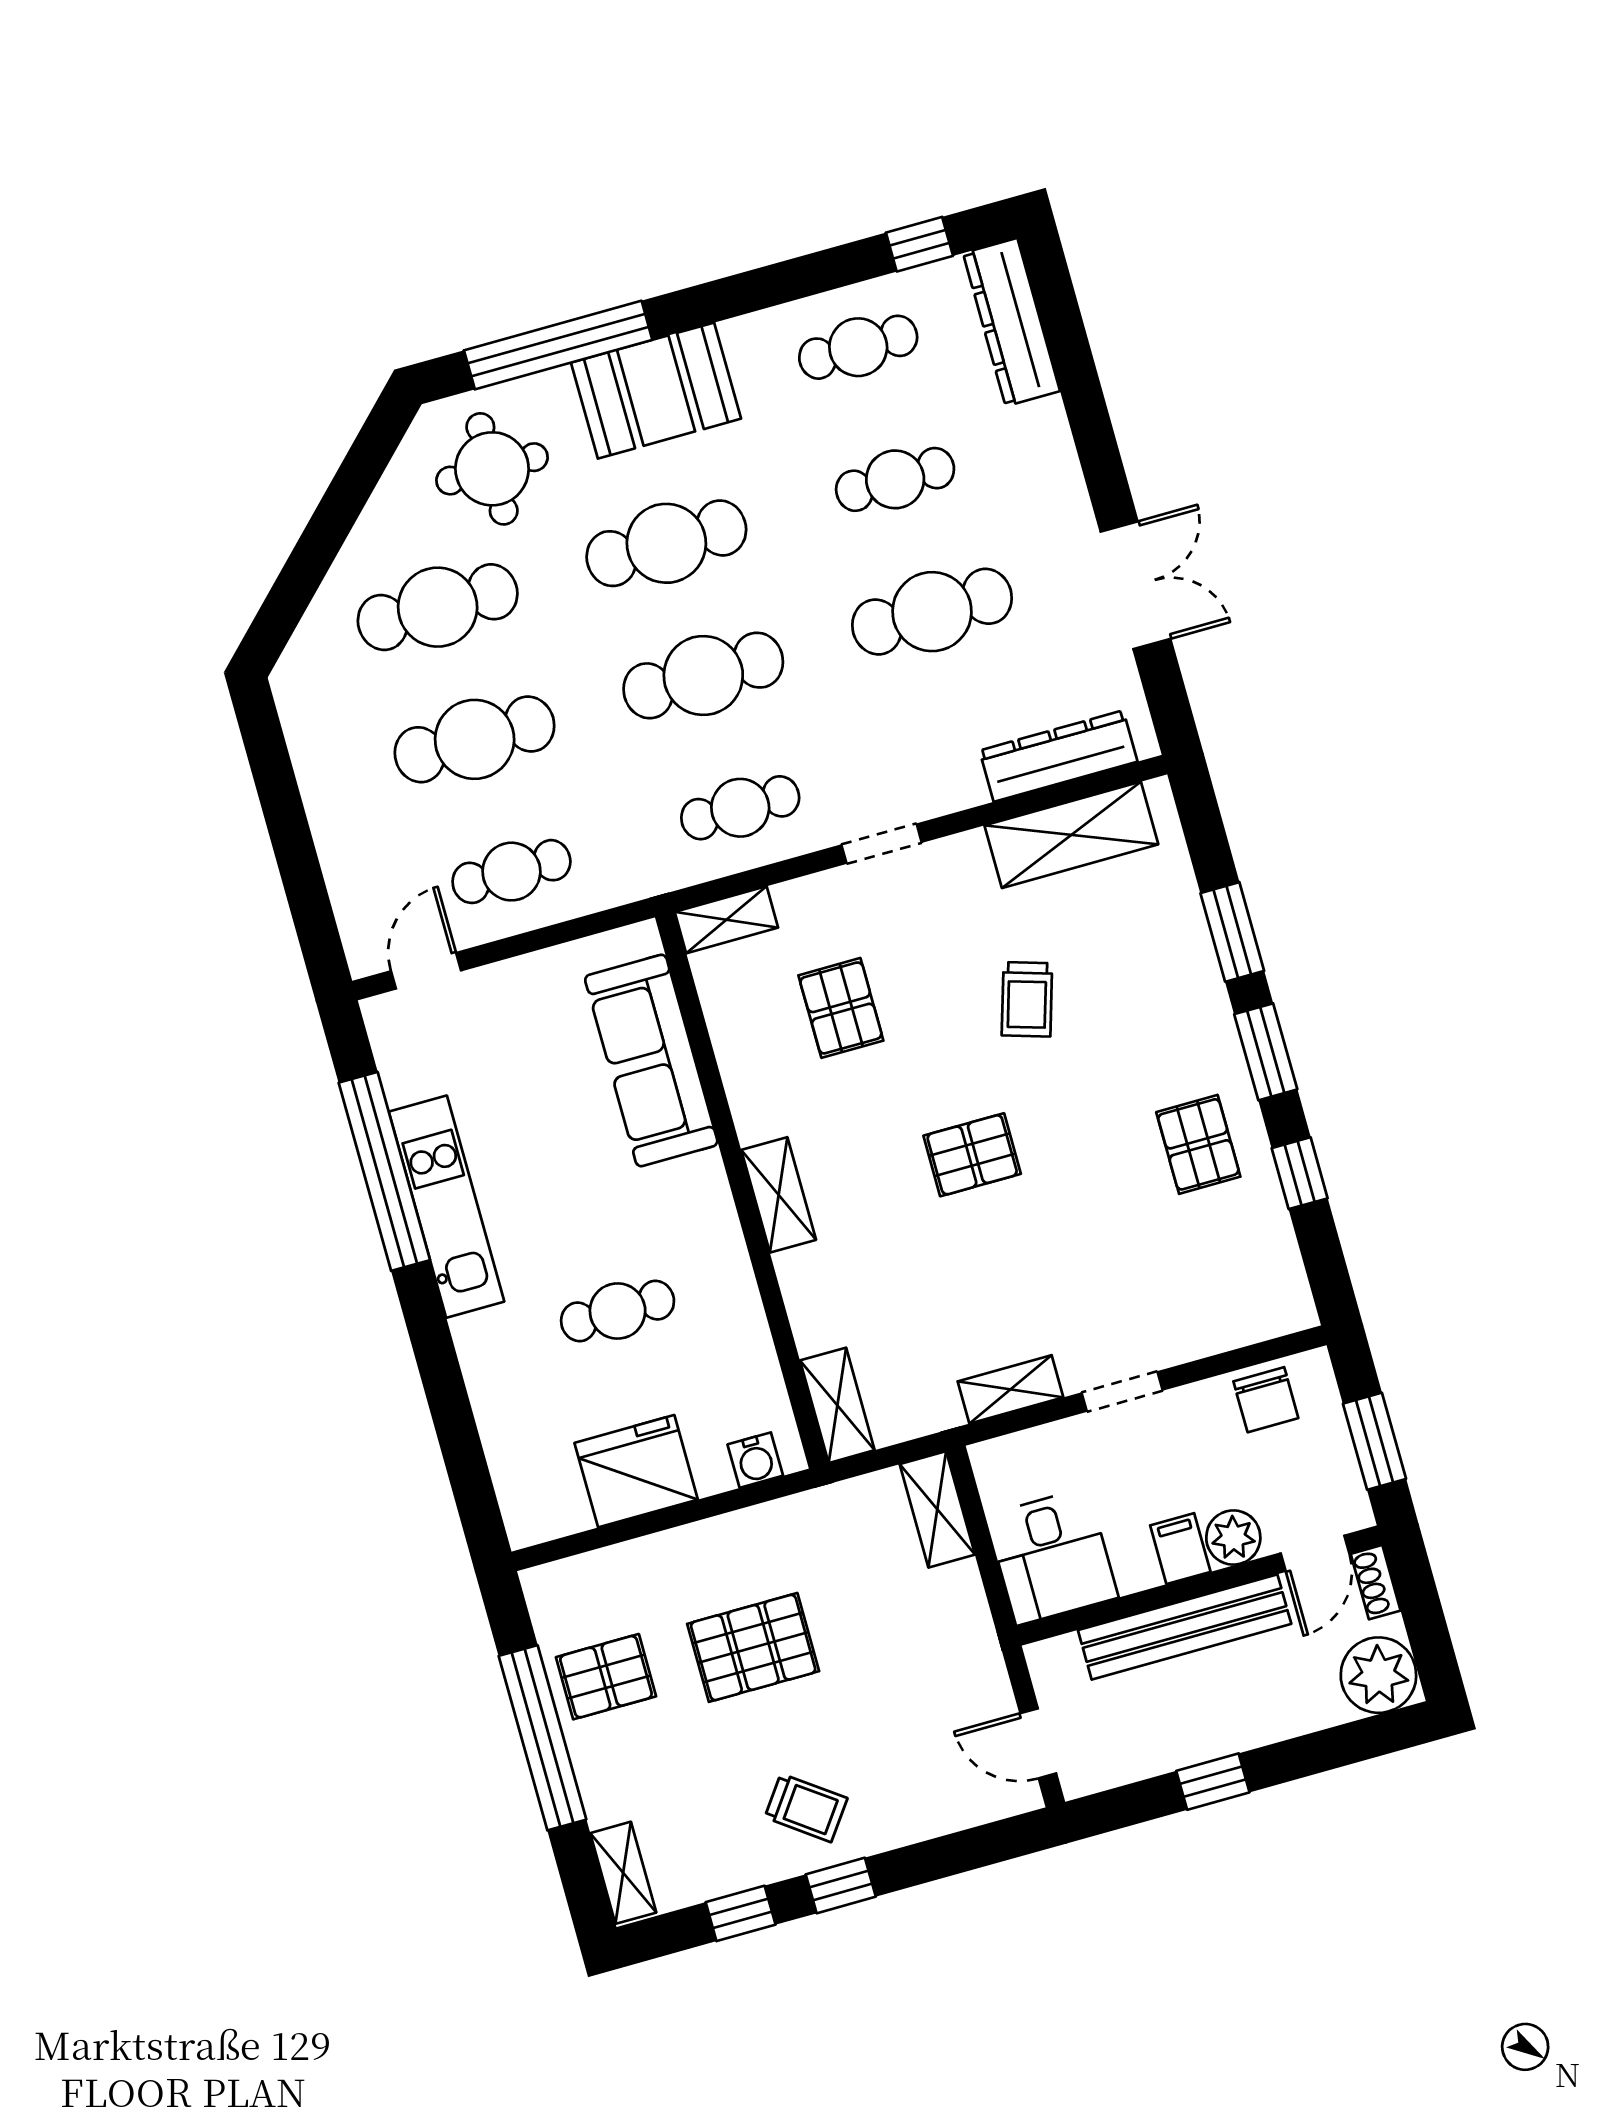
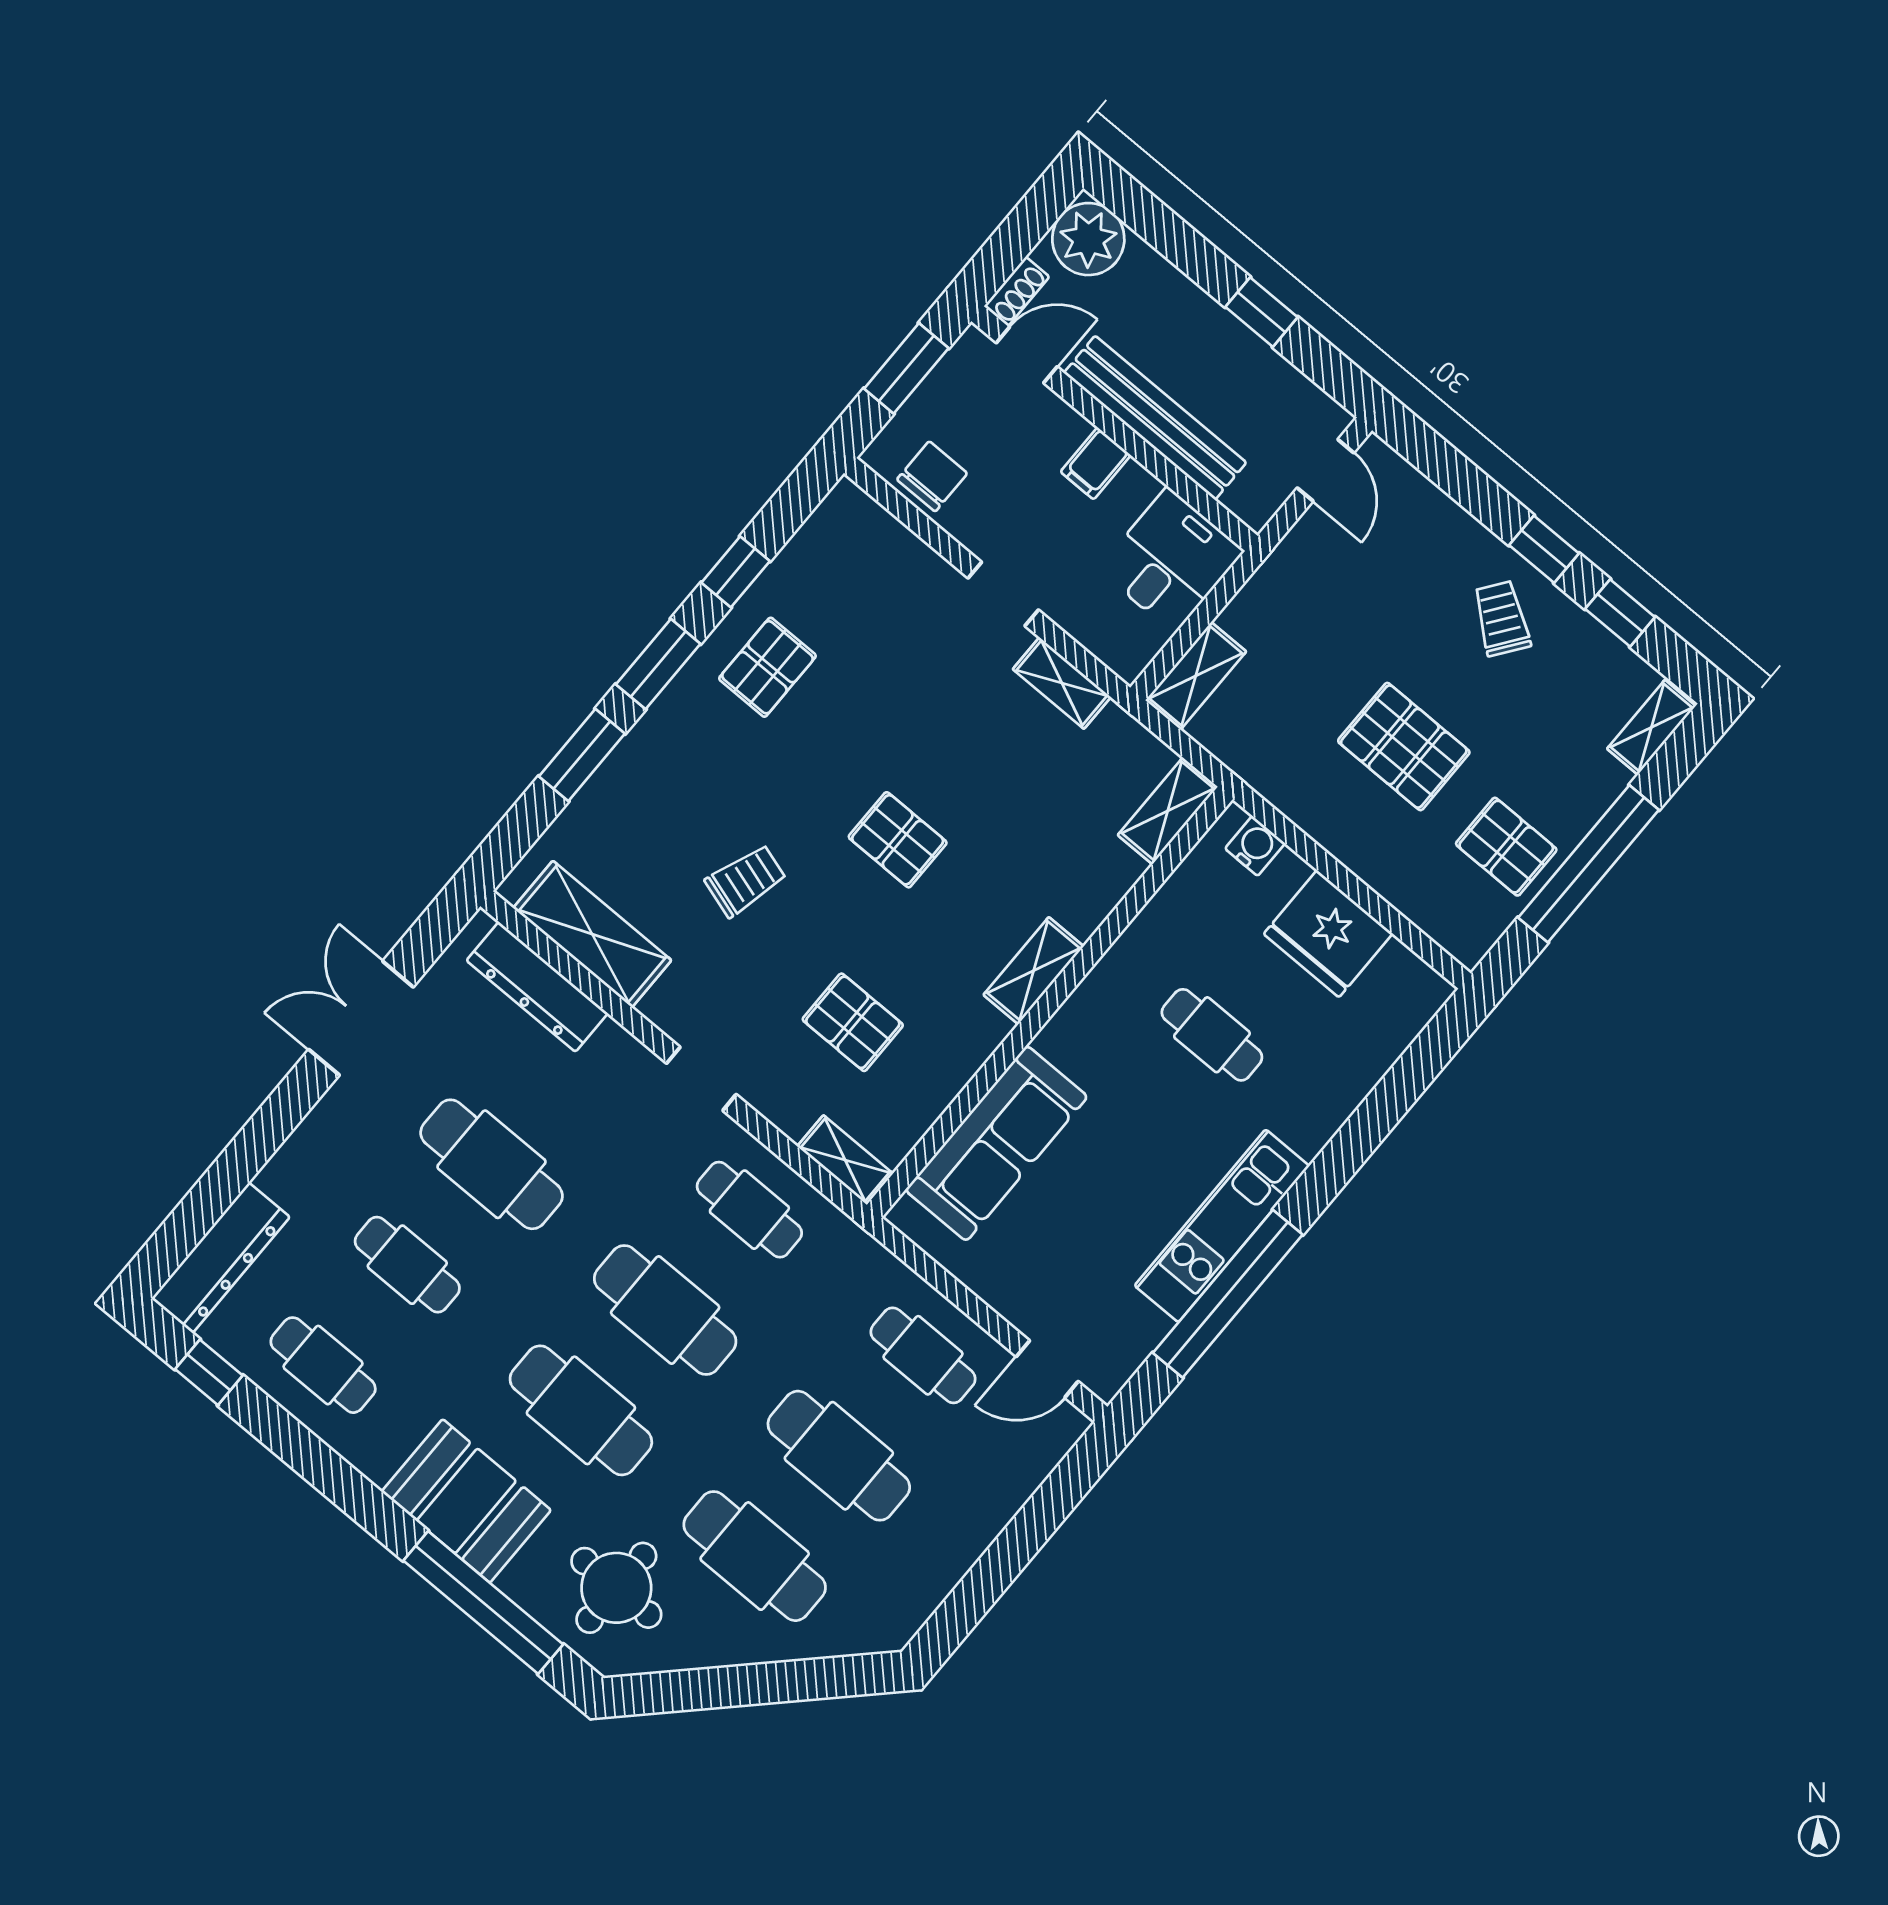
pallet: (841, 1008) -> (853, 1022), turned 90
plant: (1233, 1537) -> (1058, 428), removed

